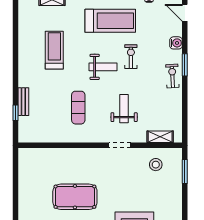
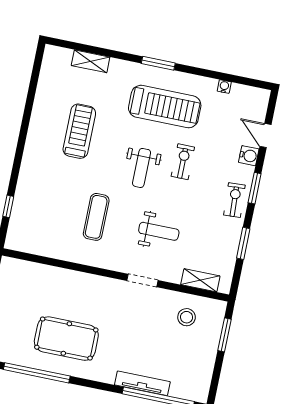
door: (185, 13) -> (265, 135), moved
weight bench: (103, 67) -> (142, 168), turned 90
bench: (23, 102) -> (22, 193), removed
window: (185, 105) -> (243, 243), added
weight bench: (124, 109) -> (159, 231), turned 90

